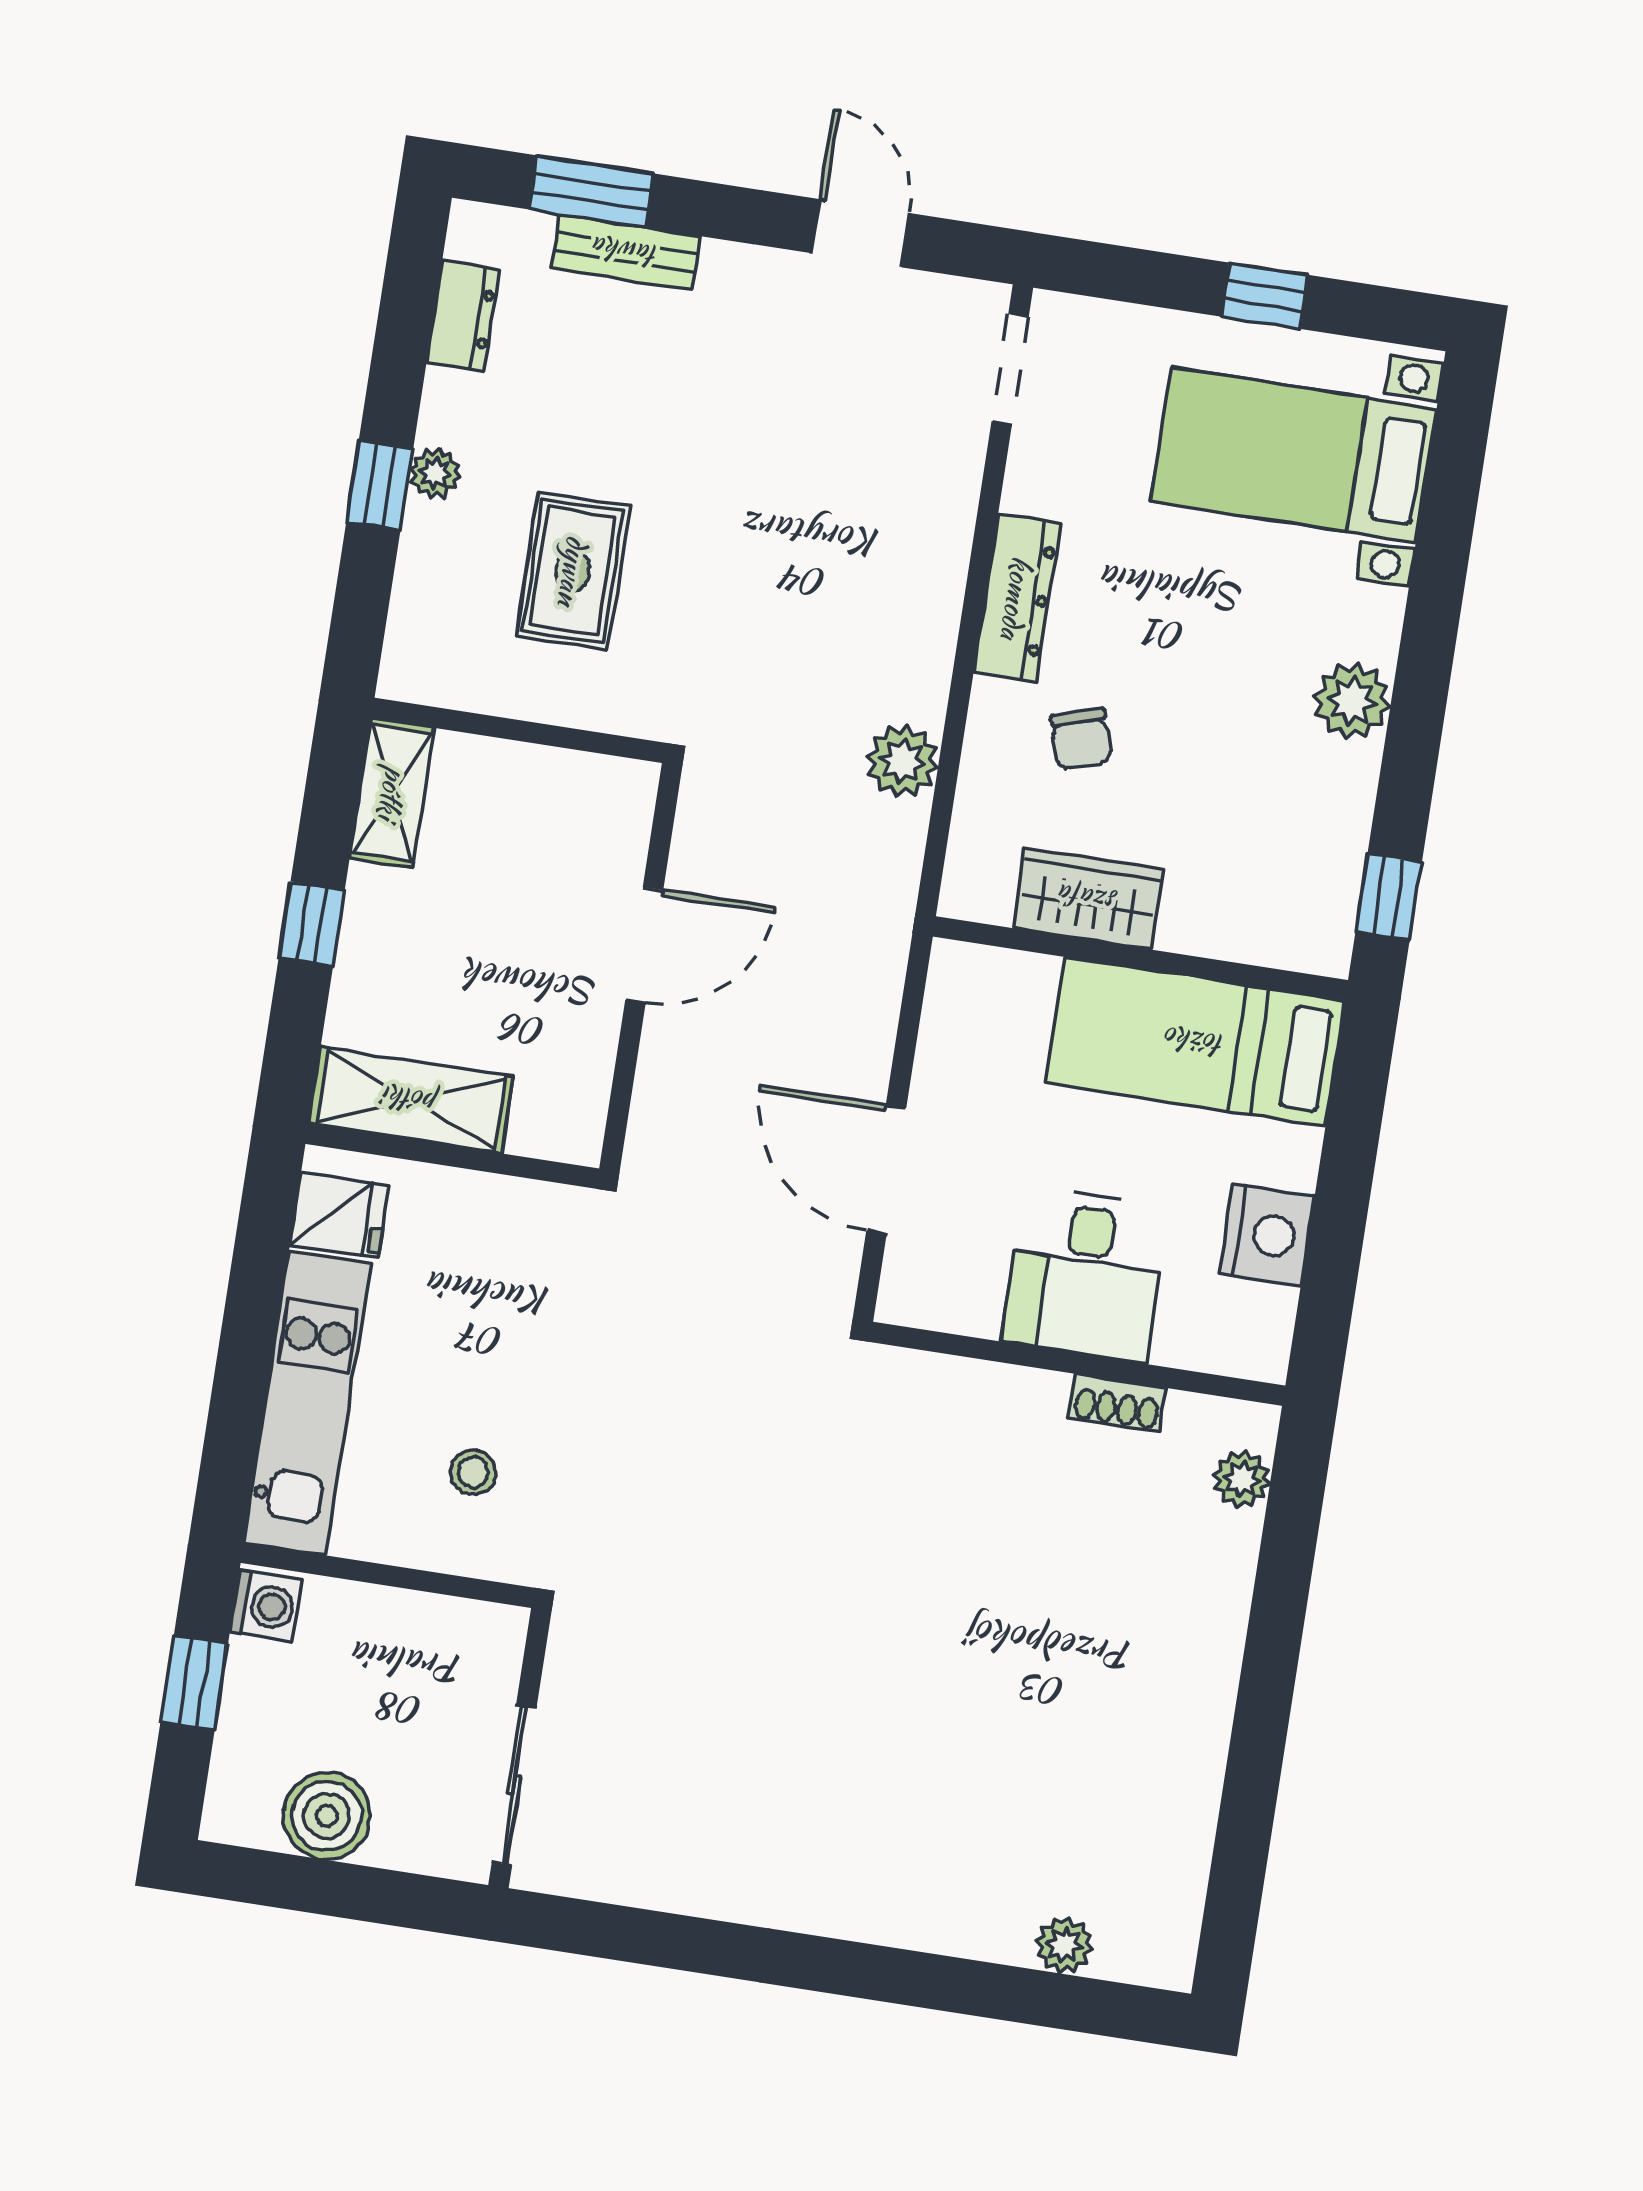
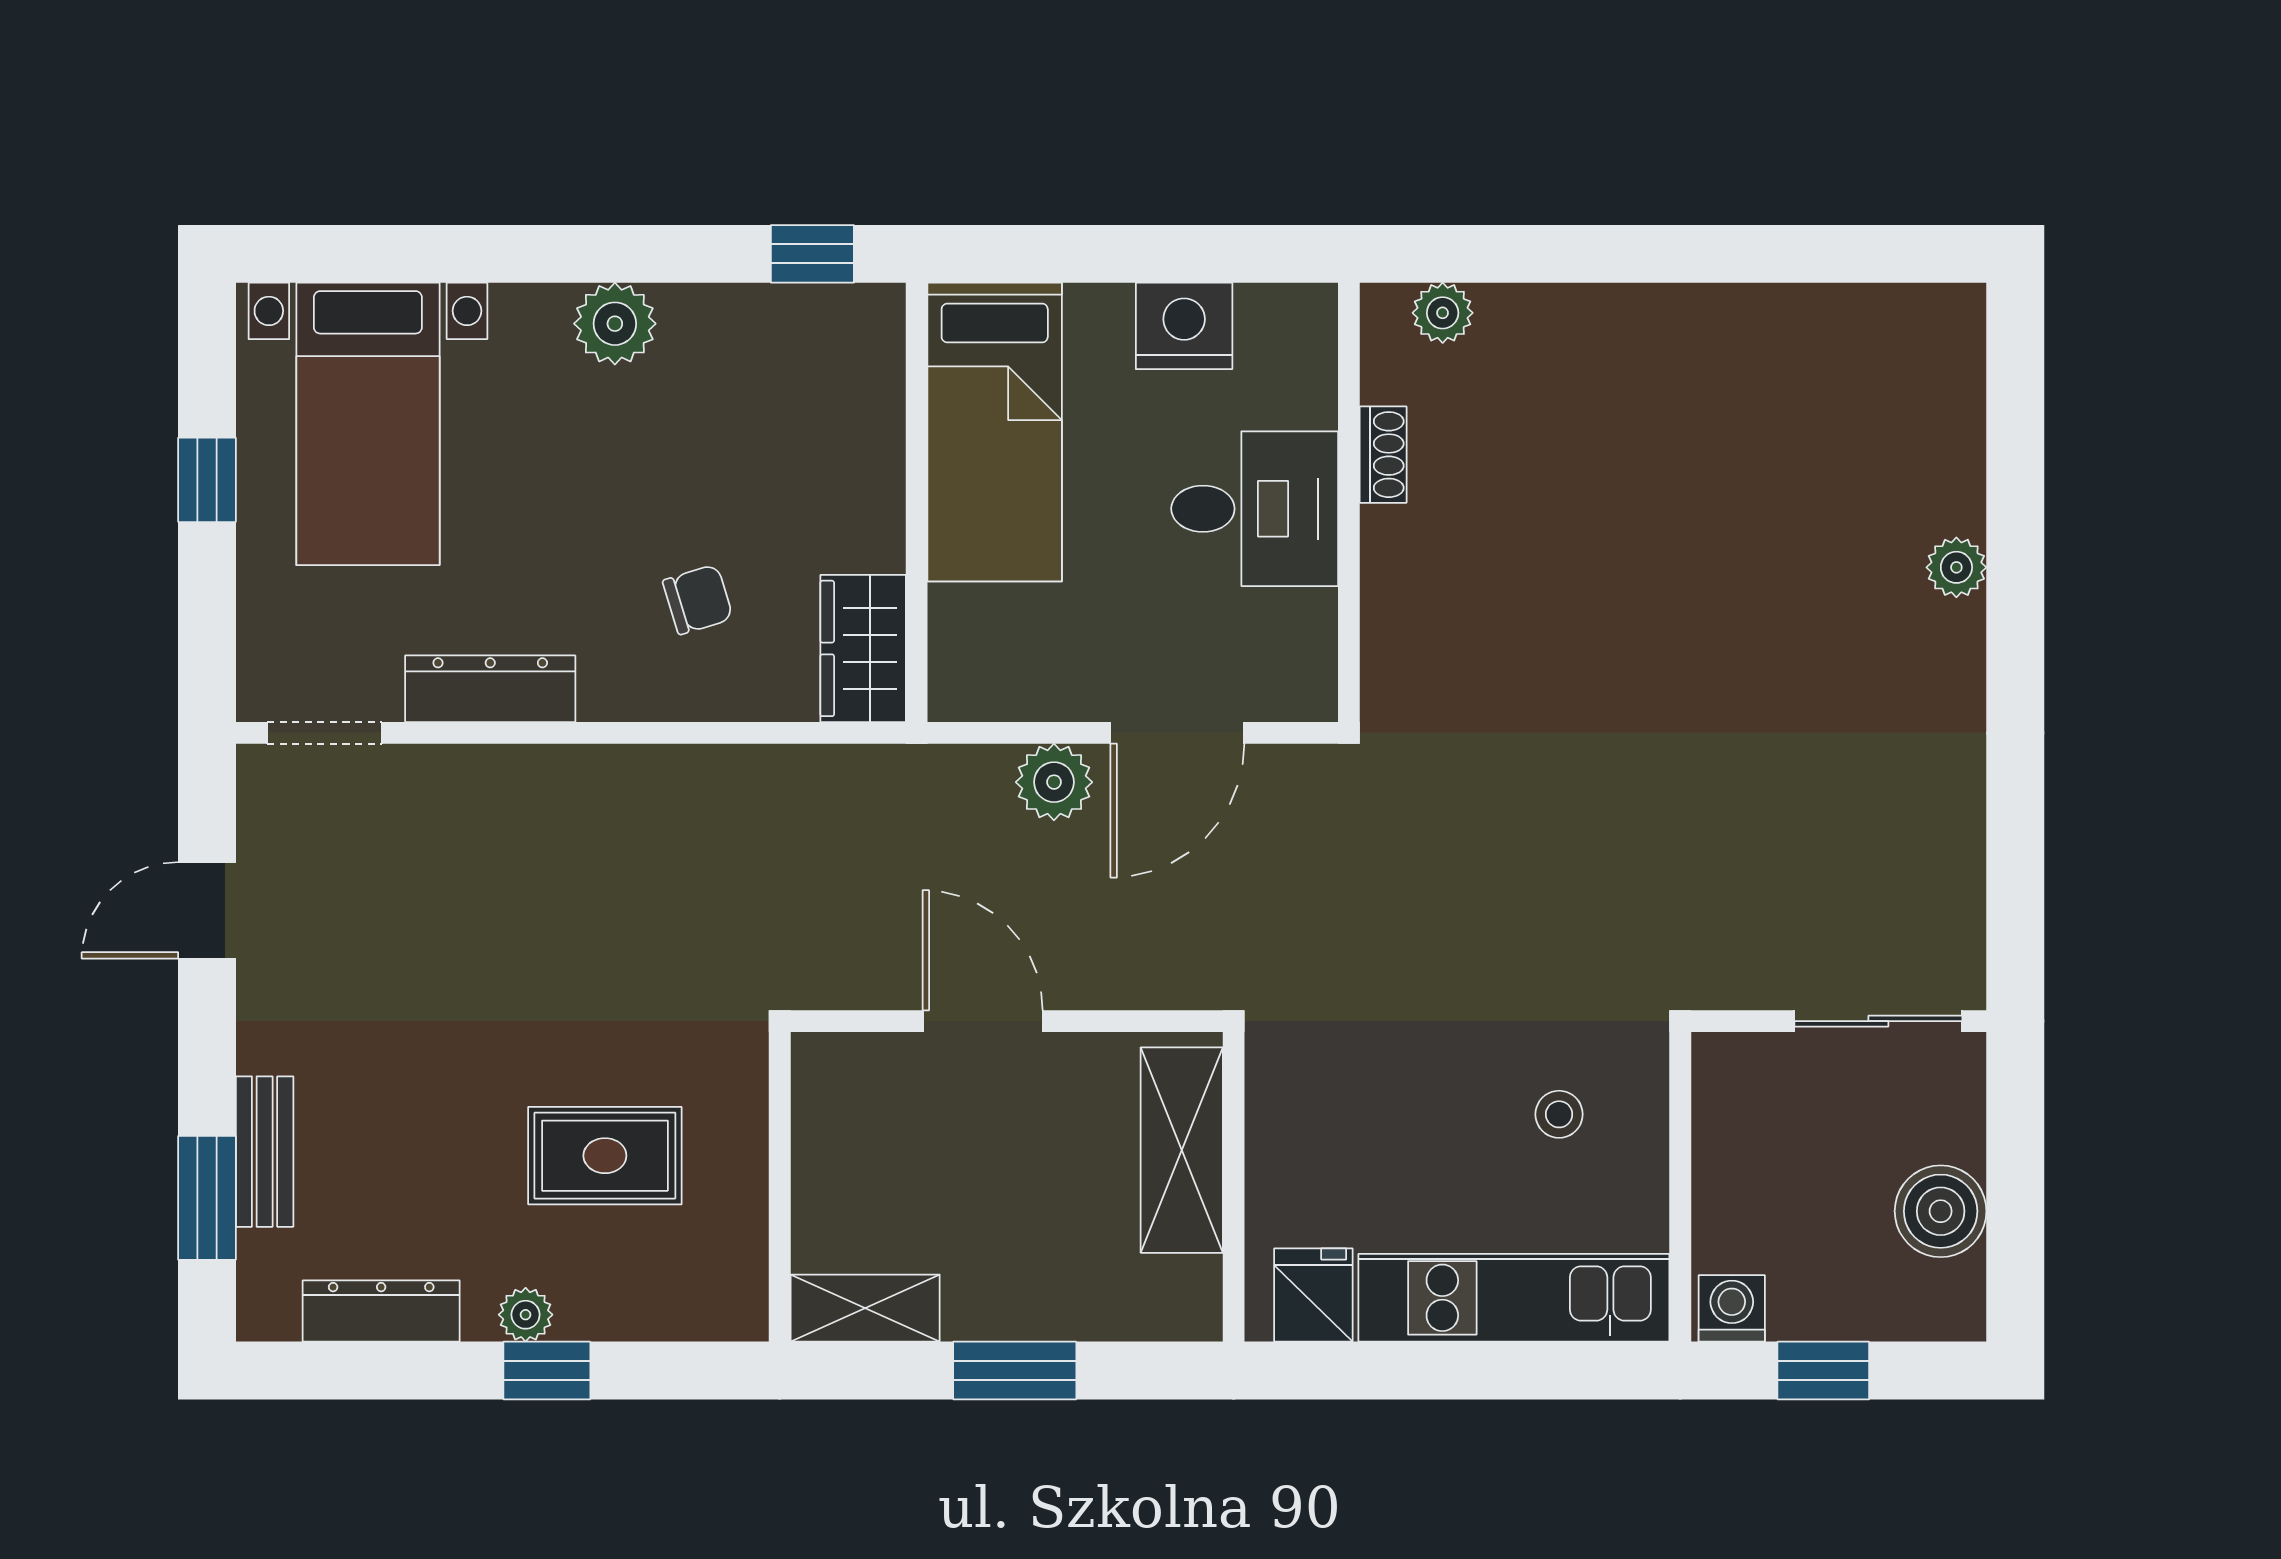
dresser: (463, 316) -> (381, 1311), width x1.44
dresser: (1017, 598) -> (490, 689), moved
plant: (902, 761) -> (1054, 782), moved
wardrobe: (1088, 899) -> (863, 648), moved
window: (312, 924) -> (1015, 1371), width x1.50
shelving: (411, 1100) -> (1182, 1150), moved
plant: (1064, 1945) -> (1956, 567), moved

